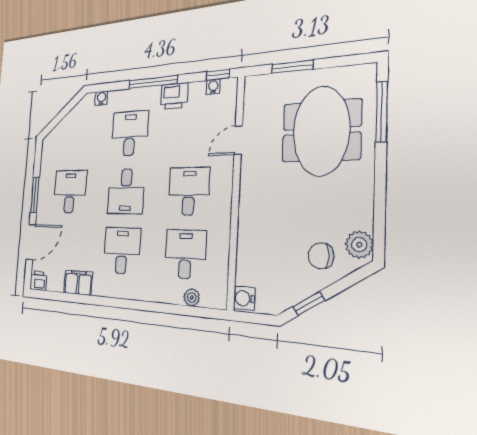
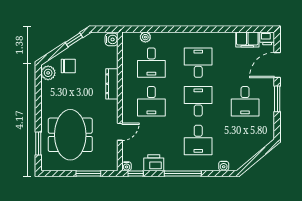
water cooler: (213, 87) -> (127, 166), moved
printer: (174, 96) -> (154, 163), moved
window: (382, 112) -> (38, 144), width x0.69
dresser: (247, 221) -> (112, 84), added
desk: (122, 251) -> (198, 63), turned 180
filing cabinet: (78, 283) -> (247, 39), moved

